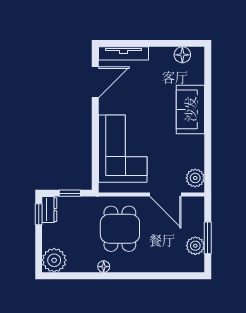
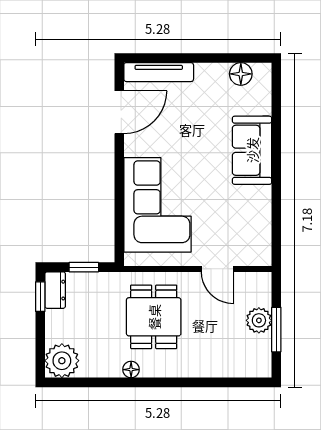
plant: (195, 178) -> (259, 246), removed
door: (165, 195) -> (217, 269), width x0.73
plant: (195, 246) -> (259, 320), moved

